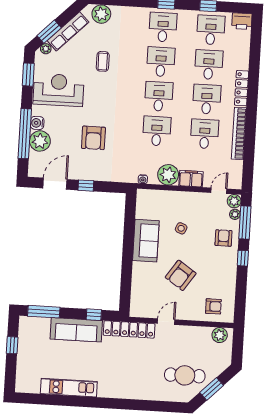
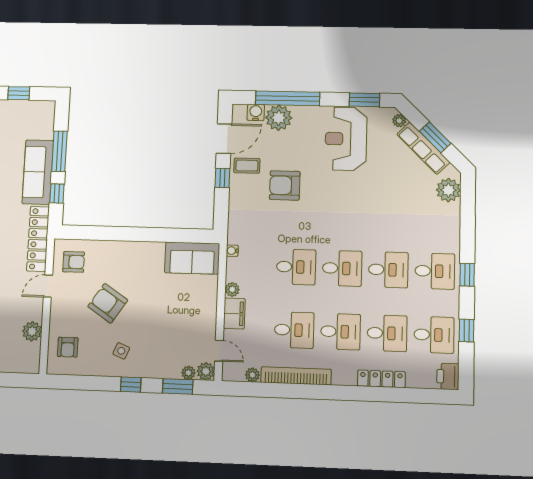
window: (49, 32) -> (435, 137), moved
coffee table: (103, 61) -> (247, 166), moved
locker: (242, 88) -> (381, 379), moved
reception desk: (59, 90) -> (346, 139), turned 180
water cooler: (37, 123) -> (256, 112), moved
plant: (238, 166) -> (252, 375), added
plant: (168, 175) -> (232, 289), width x0.53, depth x0.53
door: (55, 184) -> (224, 139), hinge flipped
window: (245, 223) -> (178, 386), width x0.69
side table: (181, 228) -> (121, 351), moved
armchair: (224, 238) -> (74, 262), moved
sofa: (146, 241) -> (192, 258), moved
window: (44, 312) -> (59, 151), moved
door: (166, 322) -> (48, 286), swing flipped
plant: (220, 335) -> (32, 331), moved

